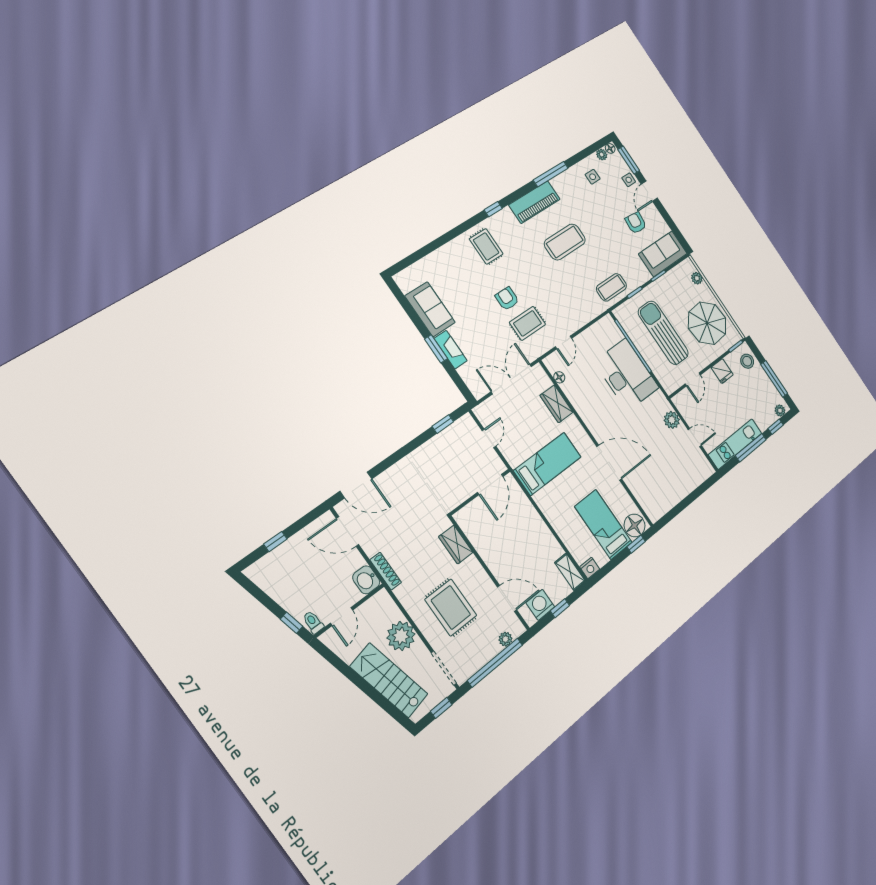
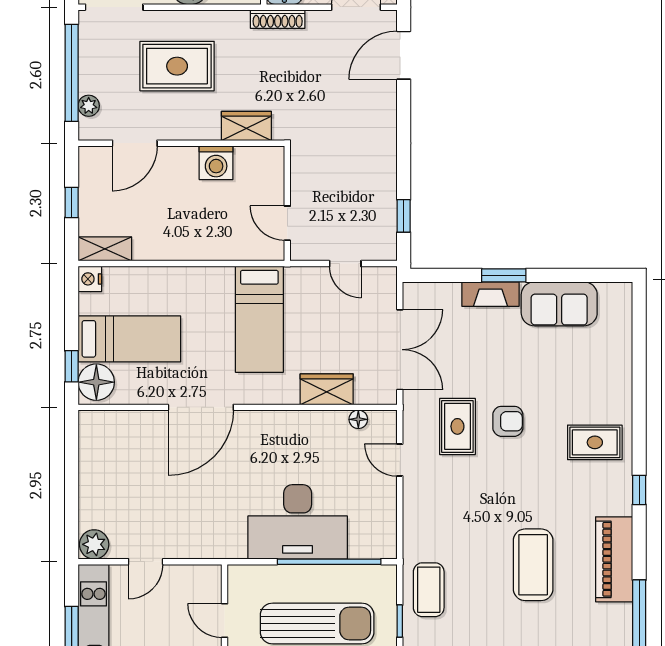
plant: (672, 420) -> (94, 544), moved
door: (490, 484) -> (287, 223), width x0.73
washing machine: (540, 605) -> (216, 163), moved, turned 90

